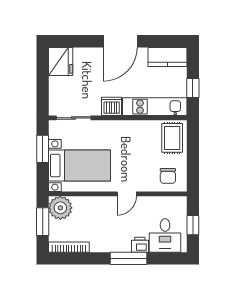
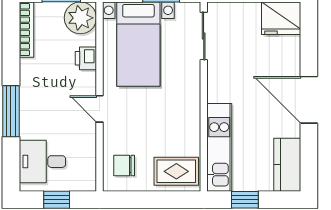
dishwasher: (112, 106) -> (219, 88), removed
printer: (140, 245) -> (86, 58), moved, turned 180

